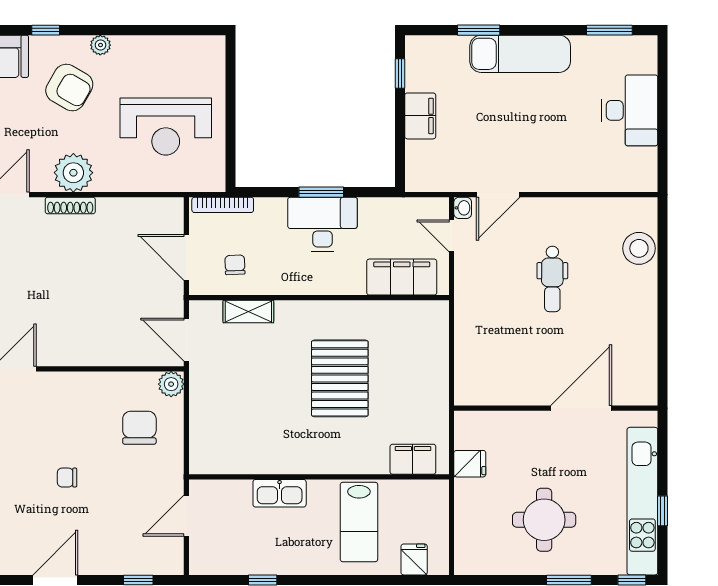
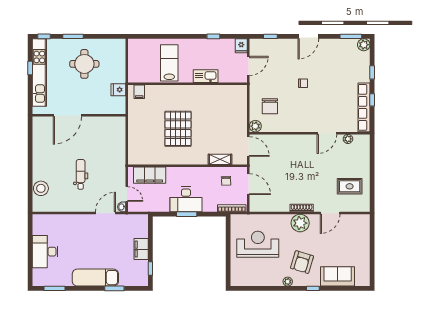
armchair: (69, 88) -> (302, 262), turned -103
filing cabinet: (413, 459) -> (139, 92), width x0.50
fridge: (414, 559) -> (241, 46), moved

